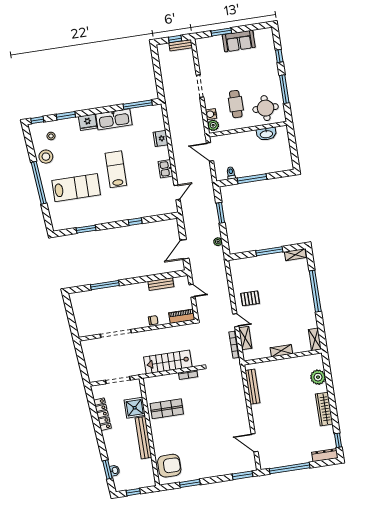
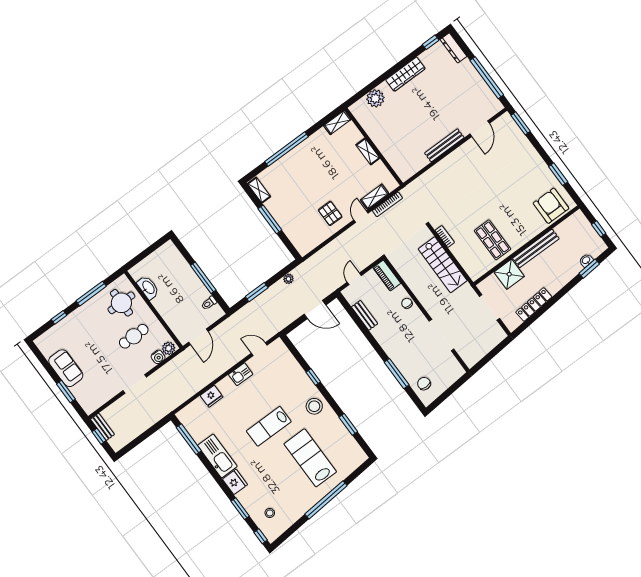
stool: (46, 157) -> (314, 406), moved
chair: (87, 301) -> (424, 384), added
bench: (252, 387) -> (444, 145), moved

